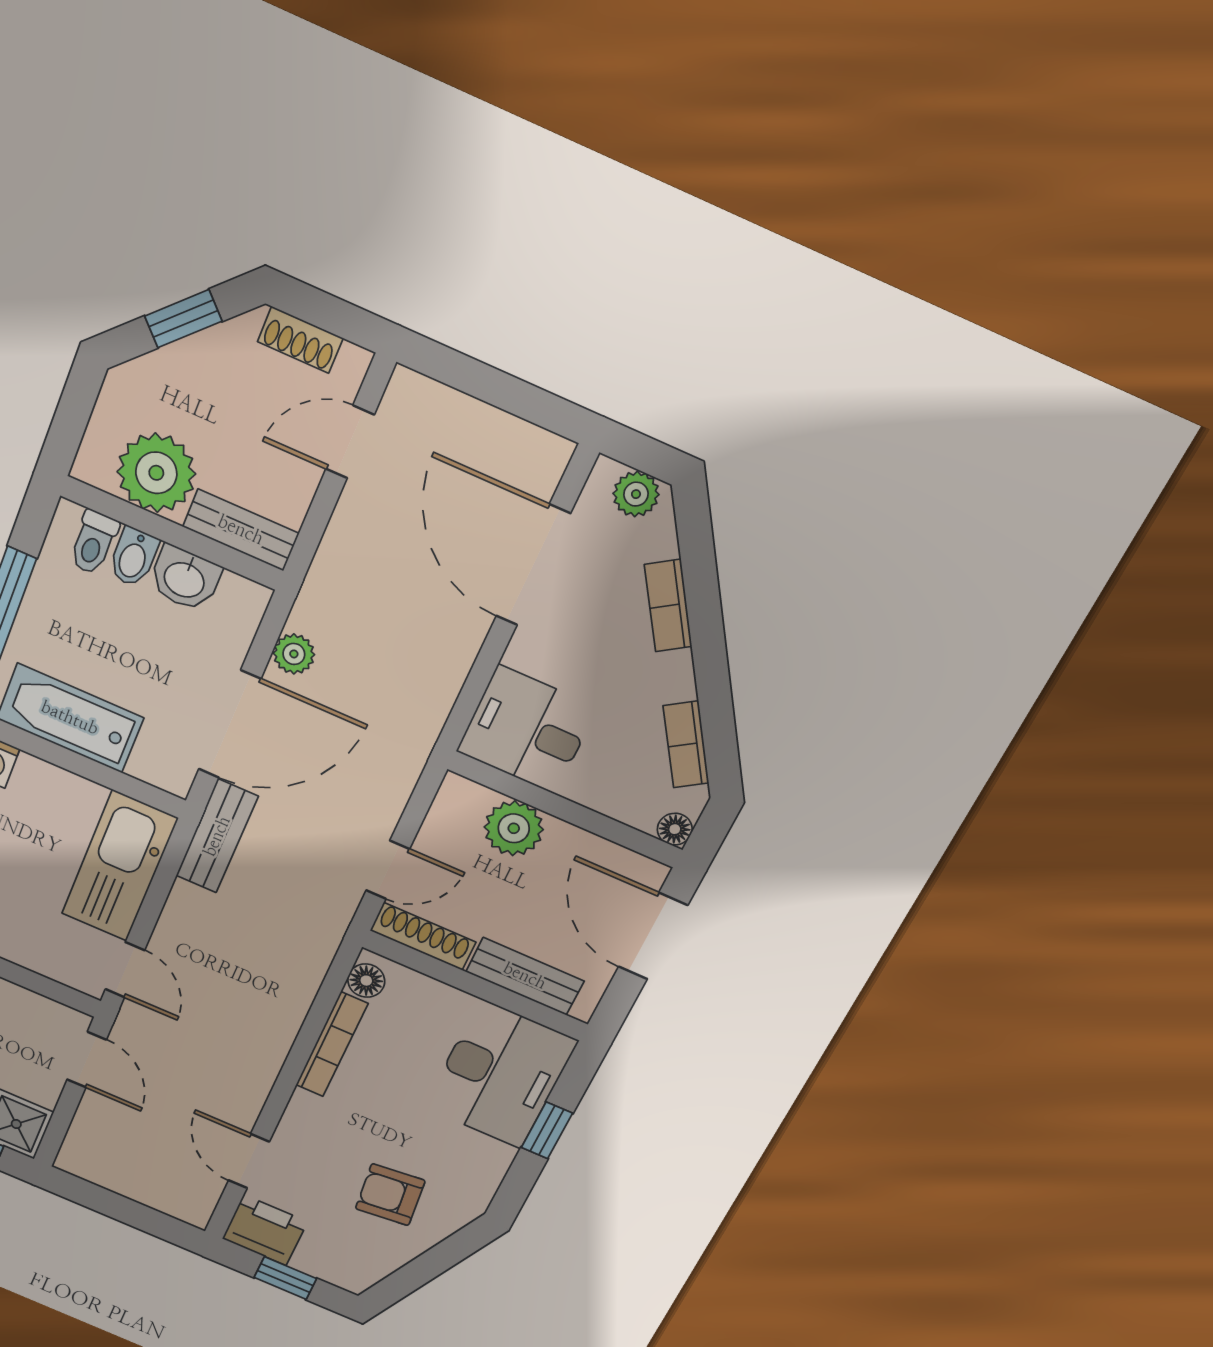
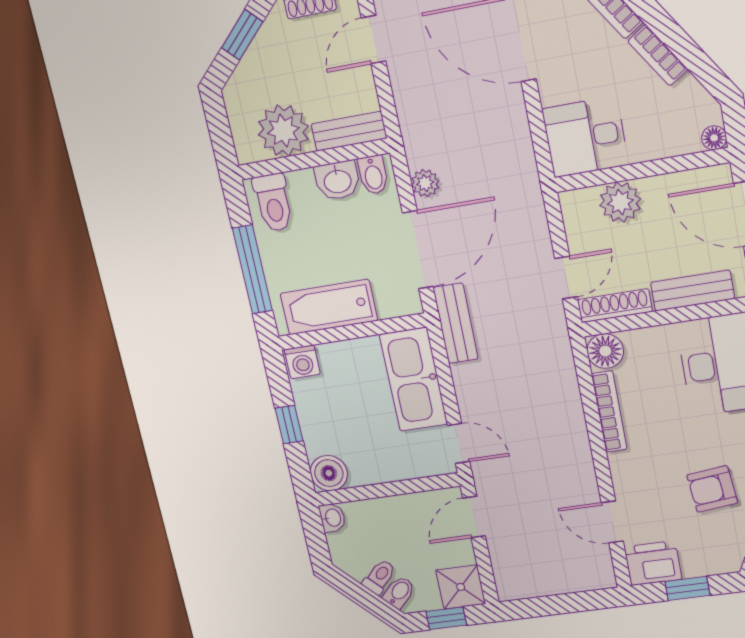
toilet: (94, 542) -> (273, 203), width x1.37, depth x1.39
bidet: (134, 557) -> (373, 175), moved
bookcase: (686, 745) -> (658, 55), moved
floor lamp: (366, 981) -> (605, 351), width x1.37, depth x1.37
door: (87, 1060) -> (474, 517), swing flipped

